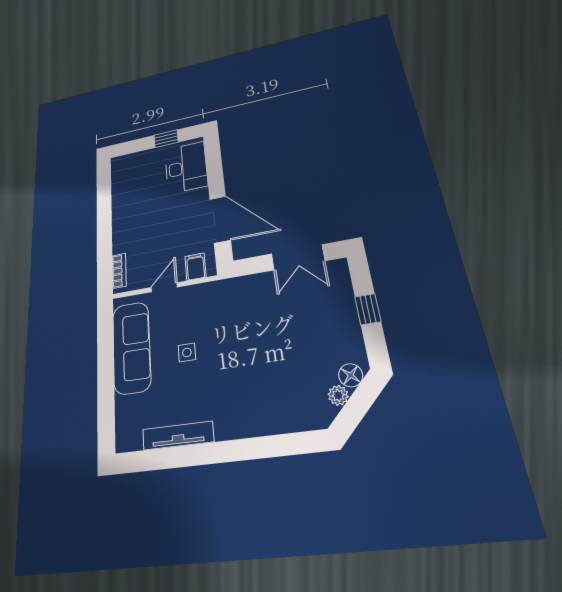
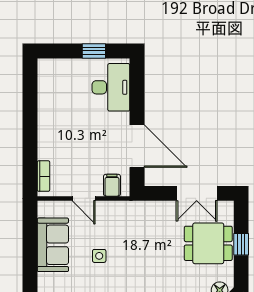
door: (164, 287) -> (84, 198), swing flipped
dining table: (323, 315) -> (208, 243), added
sofa: (131, 347) -> (53, 245), width x0.73

